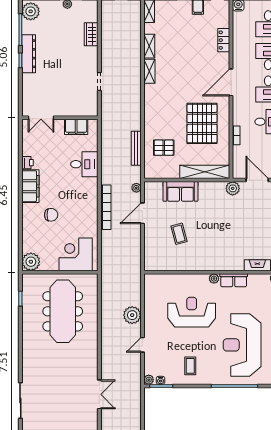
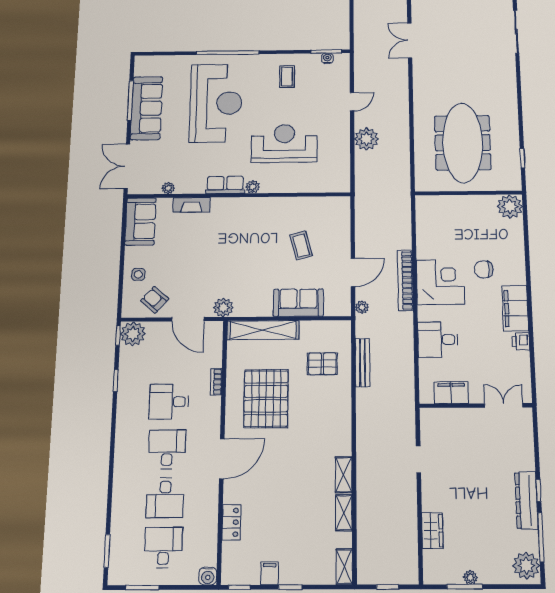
corner desk: (76, 254) -> (440, 282), moved, turned -90
reception desk: (192, 312) -> (284, 143), turned 180
plant: (149, 380) -> (343, 59), removed

